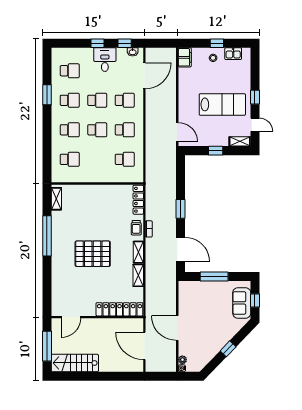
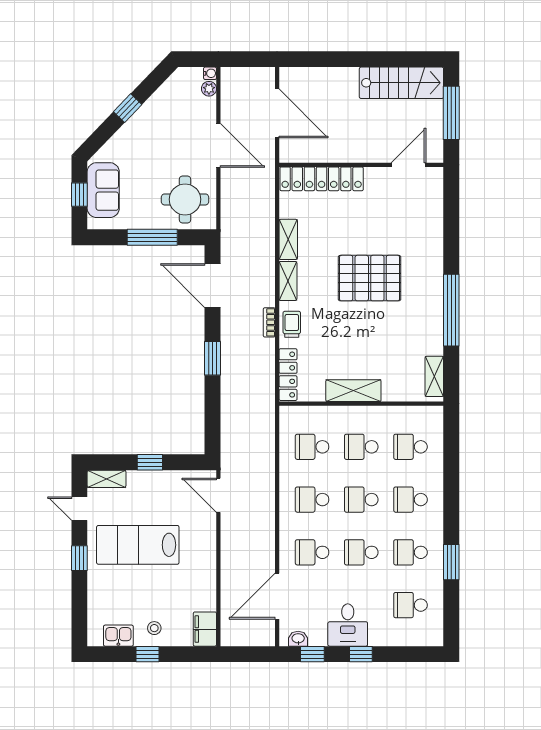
school desk: (97, 159) -> (361, 447), added
shelving: (102, 191) -> (353, 391), added
round table: (196, 298) -> (185, 199), added

